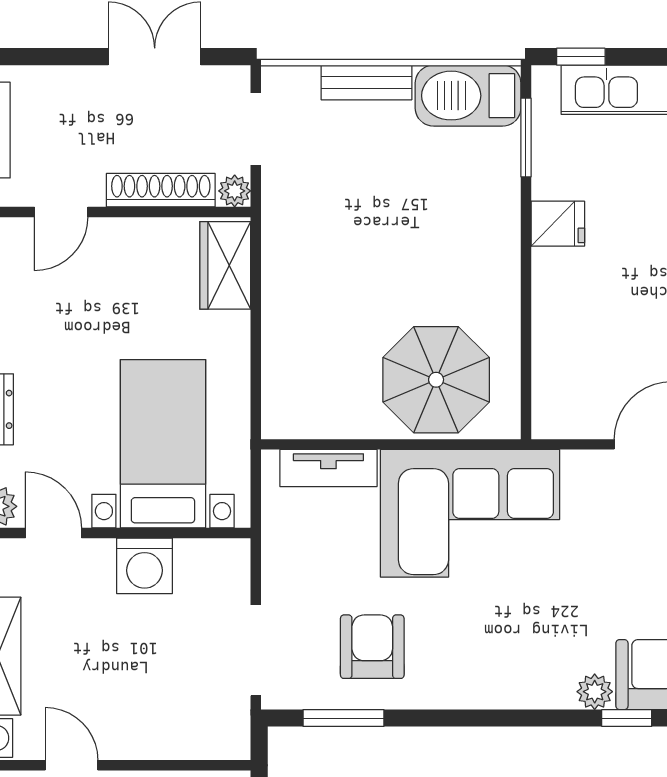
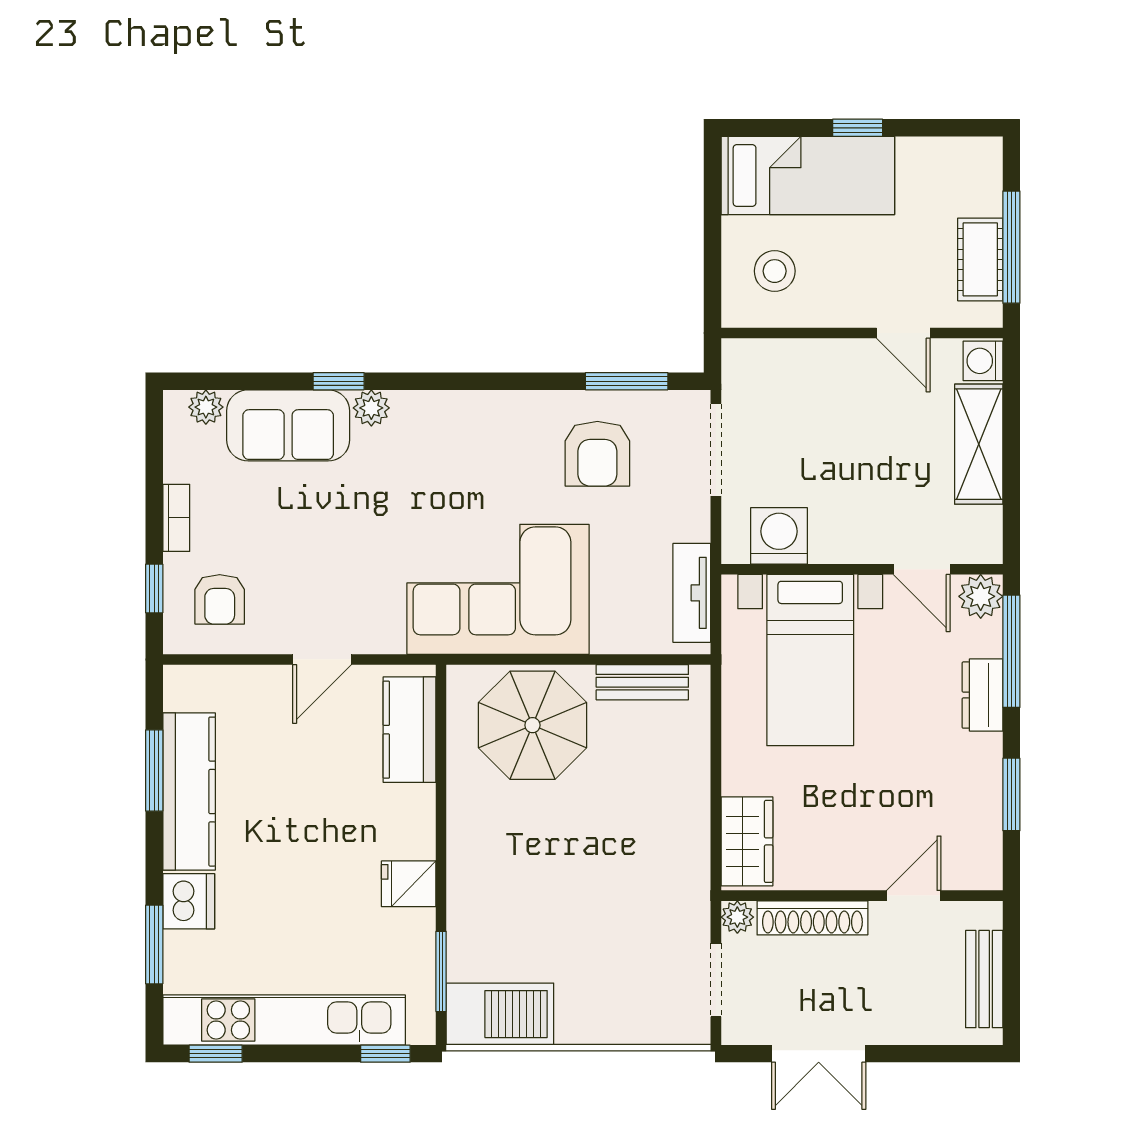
bench: (366, 82) -> (642, 682), moved
kitchen counter: (557, 375) -> (410, 730), added
tv unit: (328, 468) -> (692, 593), moved, turned -90
washing machine: (145, 566) -> (779, 536), moved

